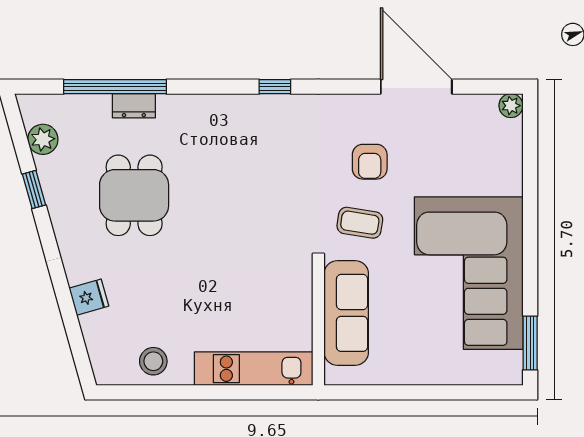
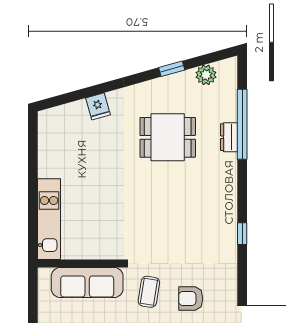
stool: (153, 361) -> (54, 150), removed

